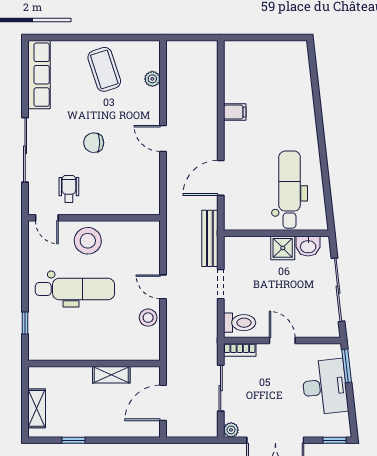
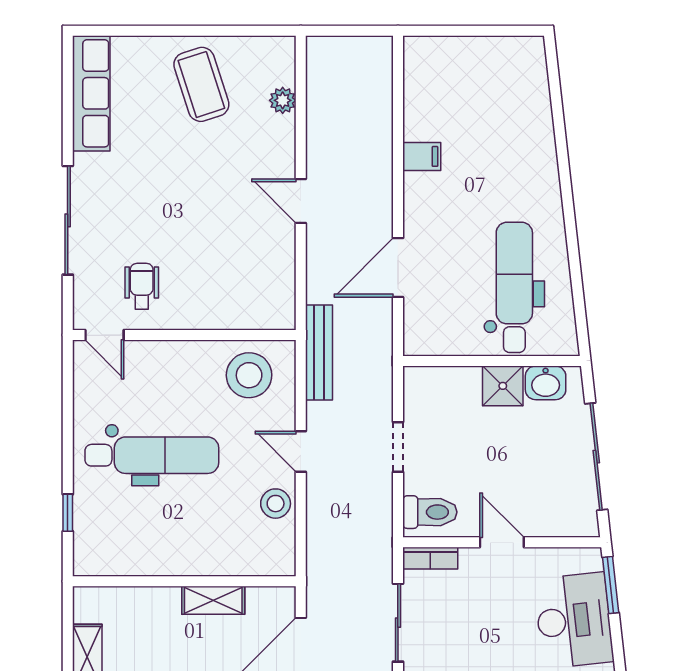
chair: (94, 143) -> (184, 208), removed
bench: (210, 238) -> (319, 353), moved
stool: (88, 241) -> (249, 375), moved

